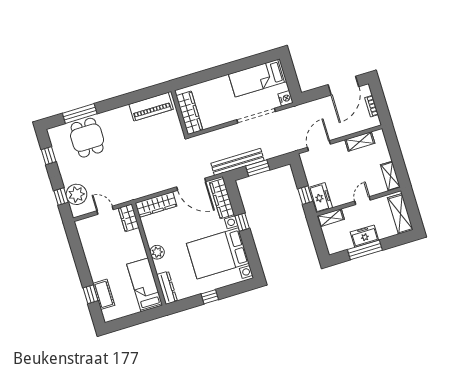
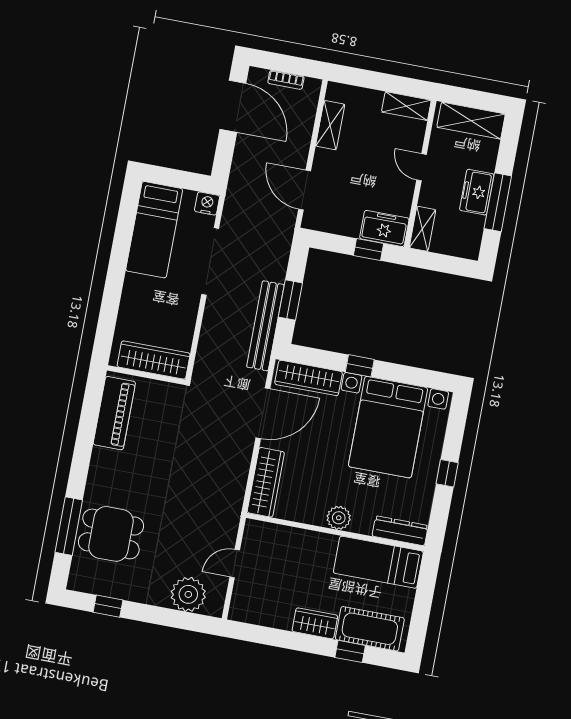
window: (61, 196) -> (179, 619), removed
wardrobe: (129, 218) -> (315, 623), moved, turned 180
cot: (104, 294) -> (370, 629), width x1.37, depth x1.34

